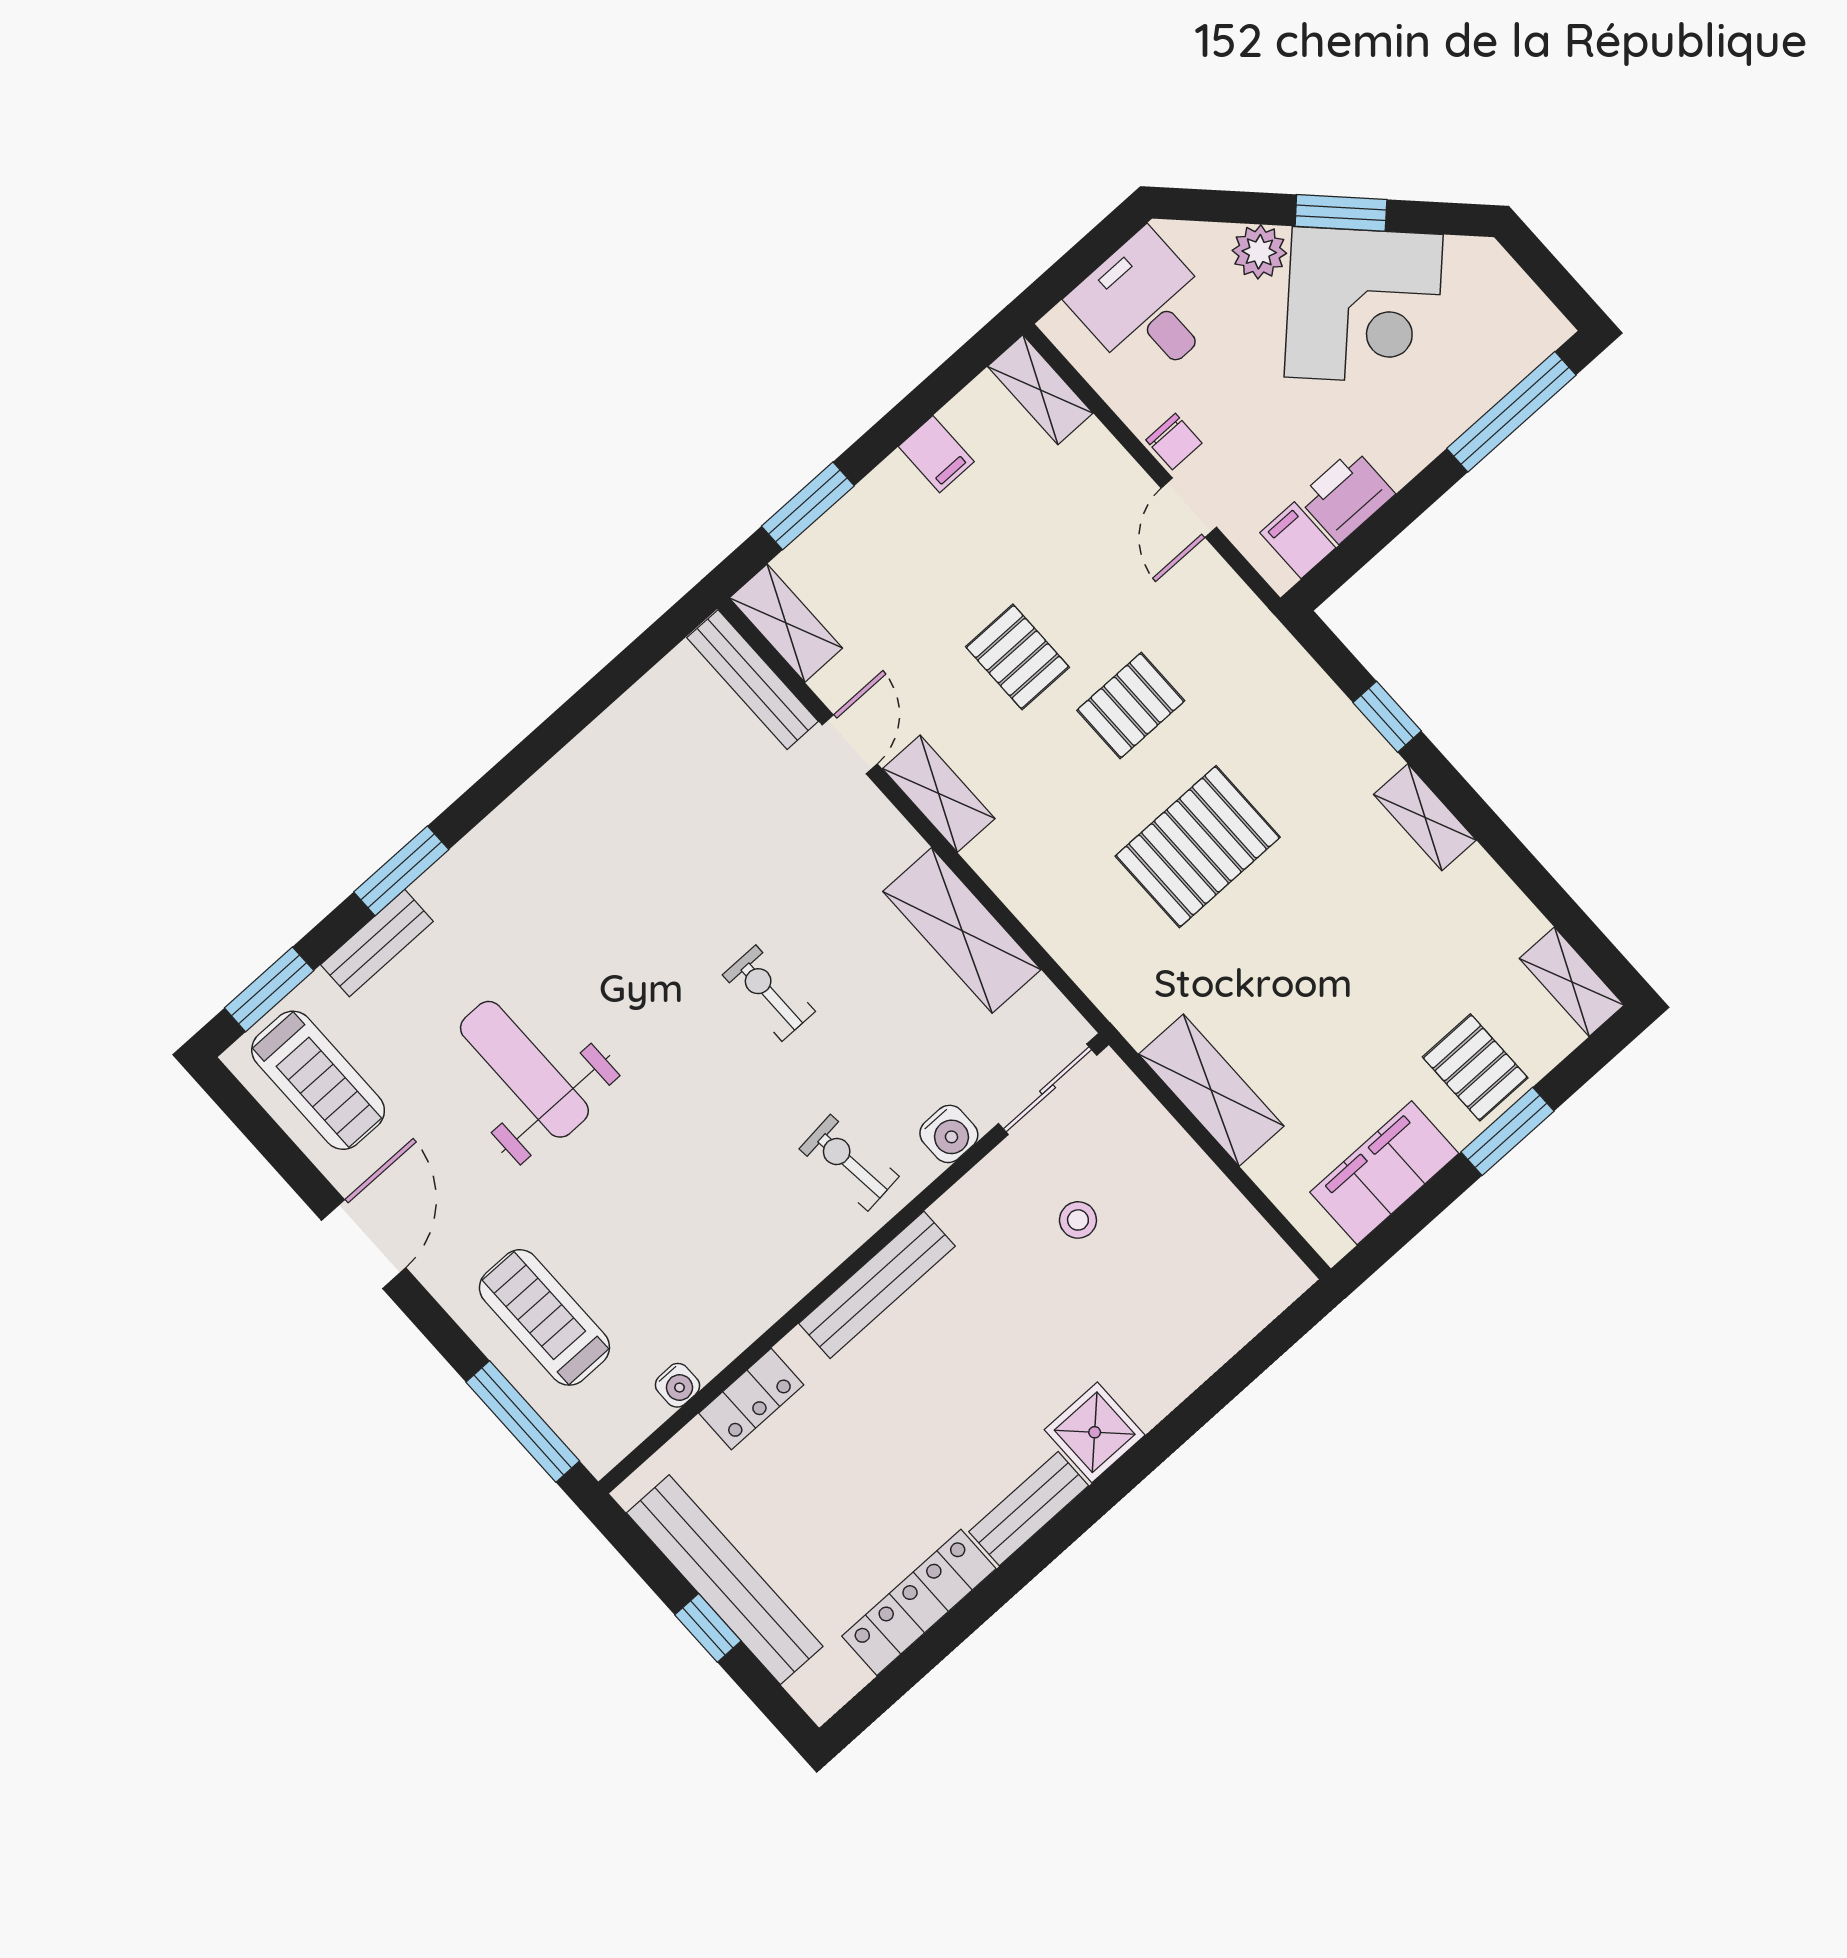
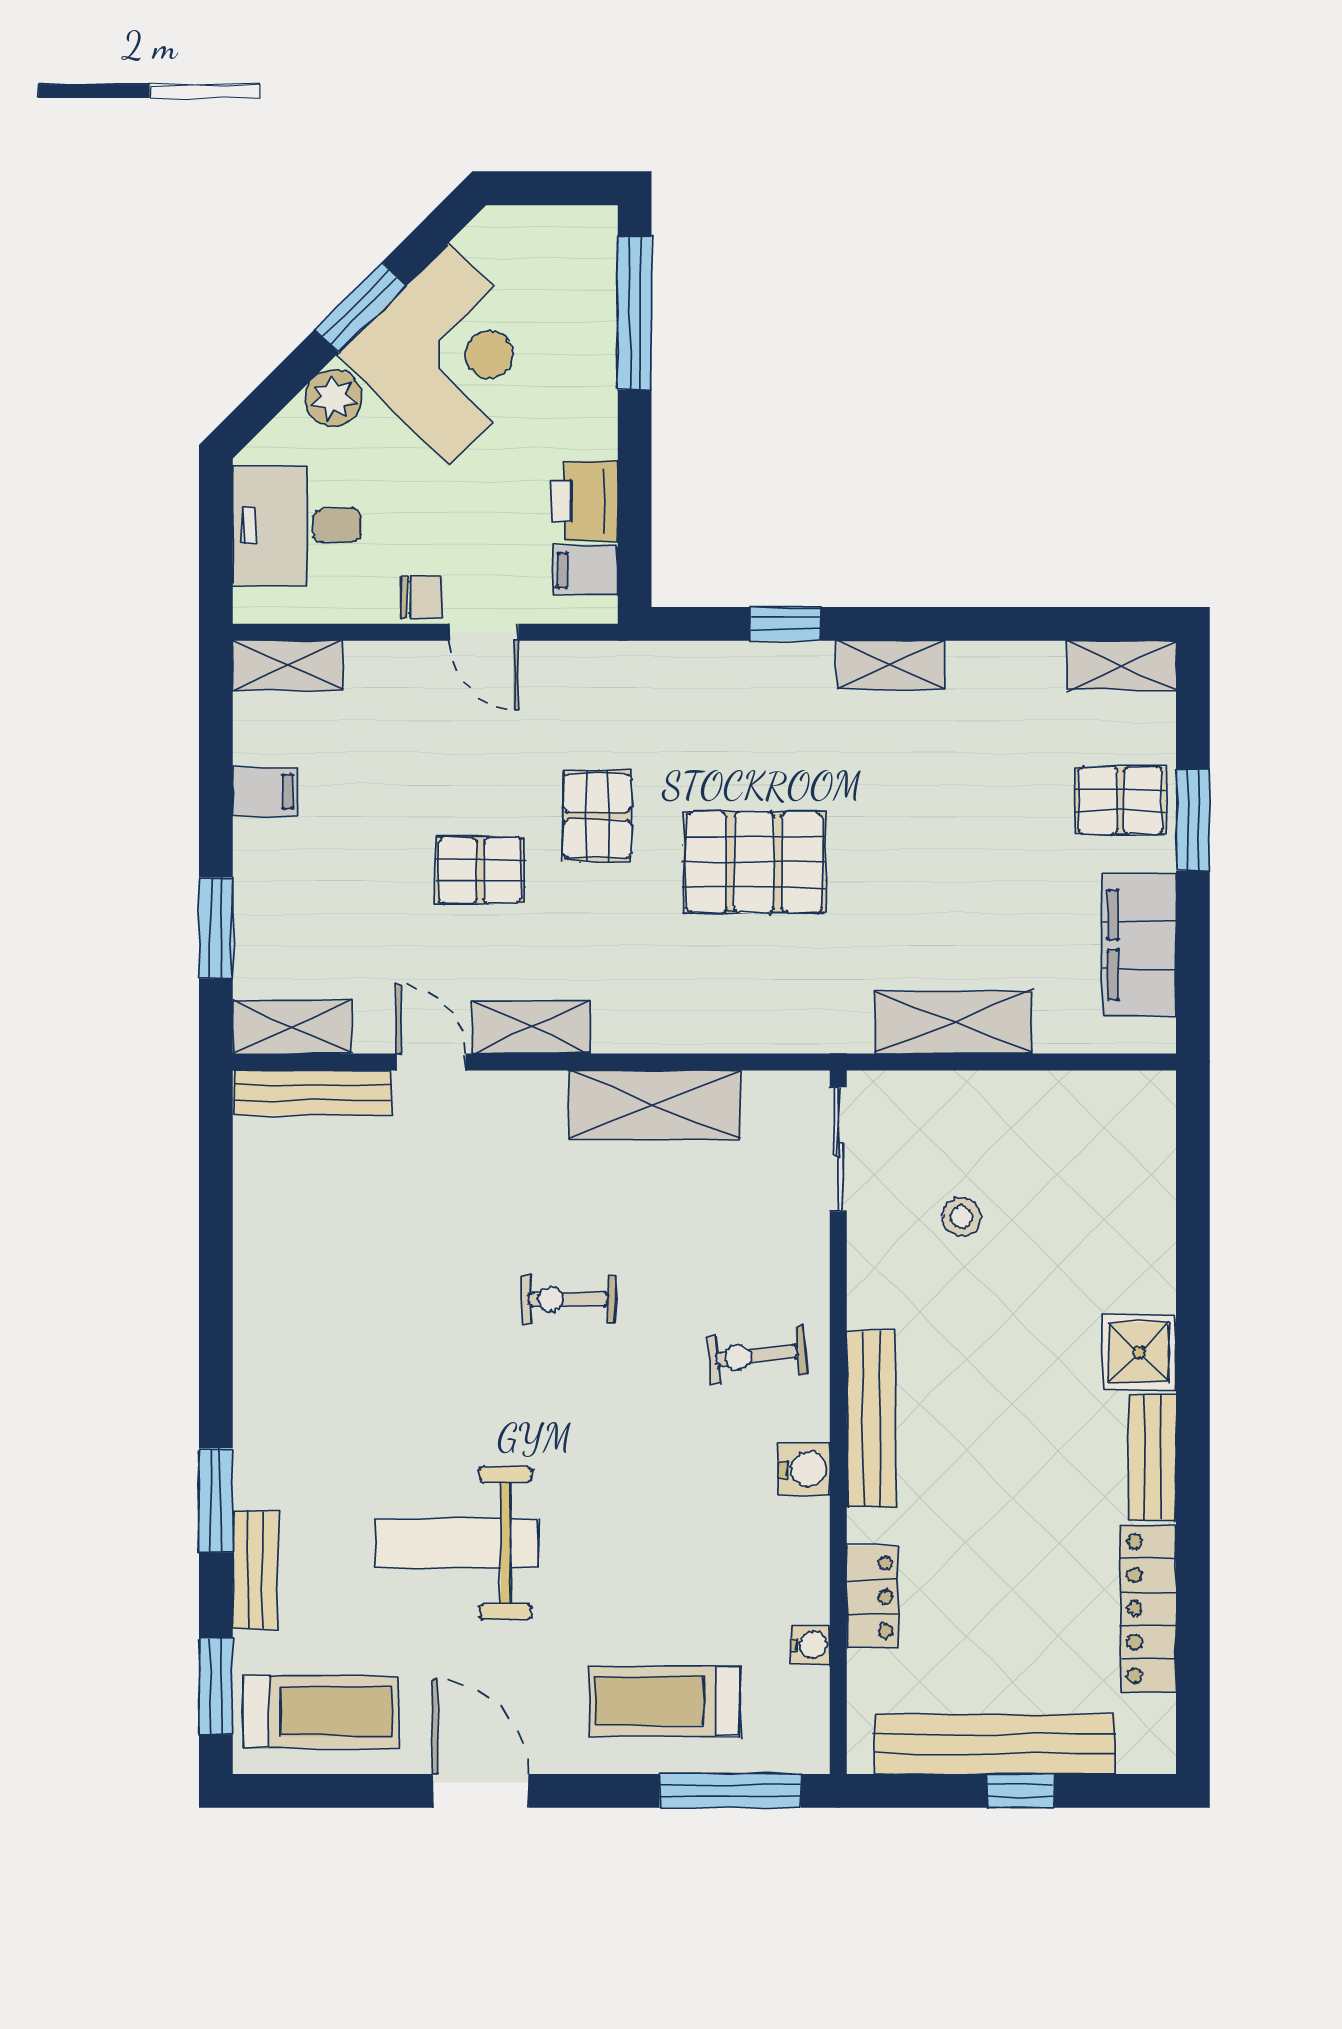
pallet: (1198, 847) -> (754, 862), turned 90
water cooler: (949, 1134) -> (804, 1469), moved

